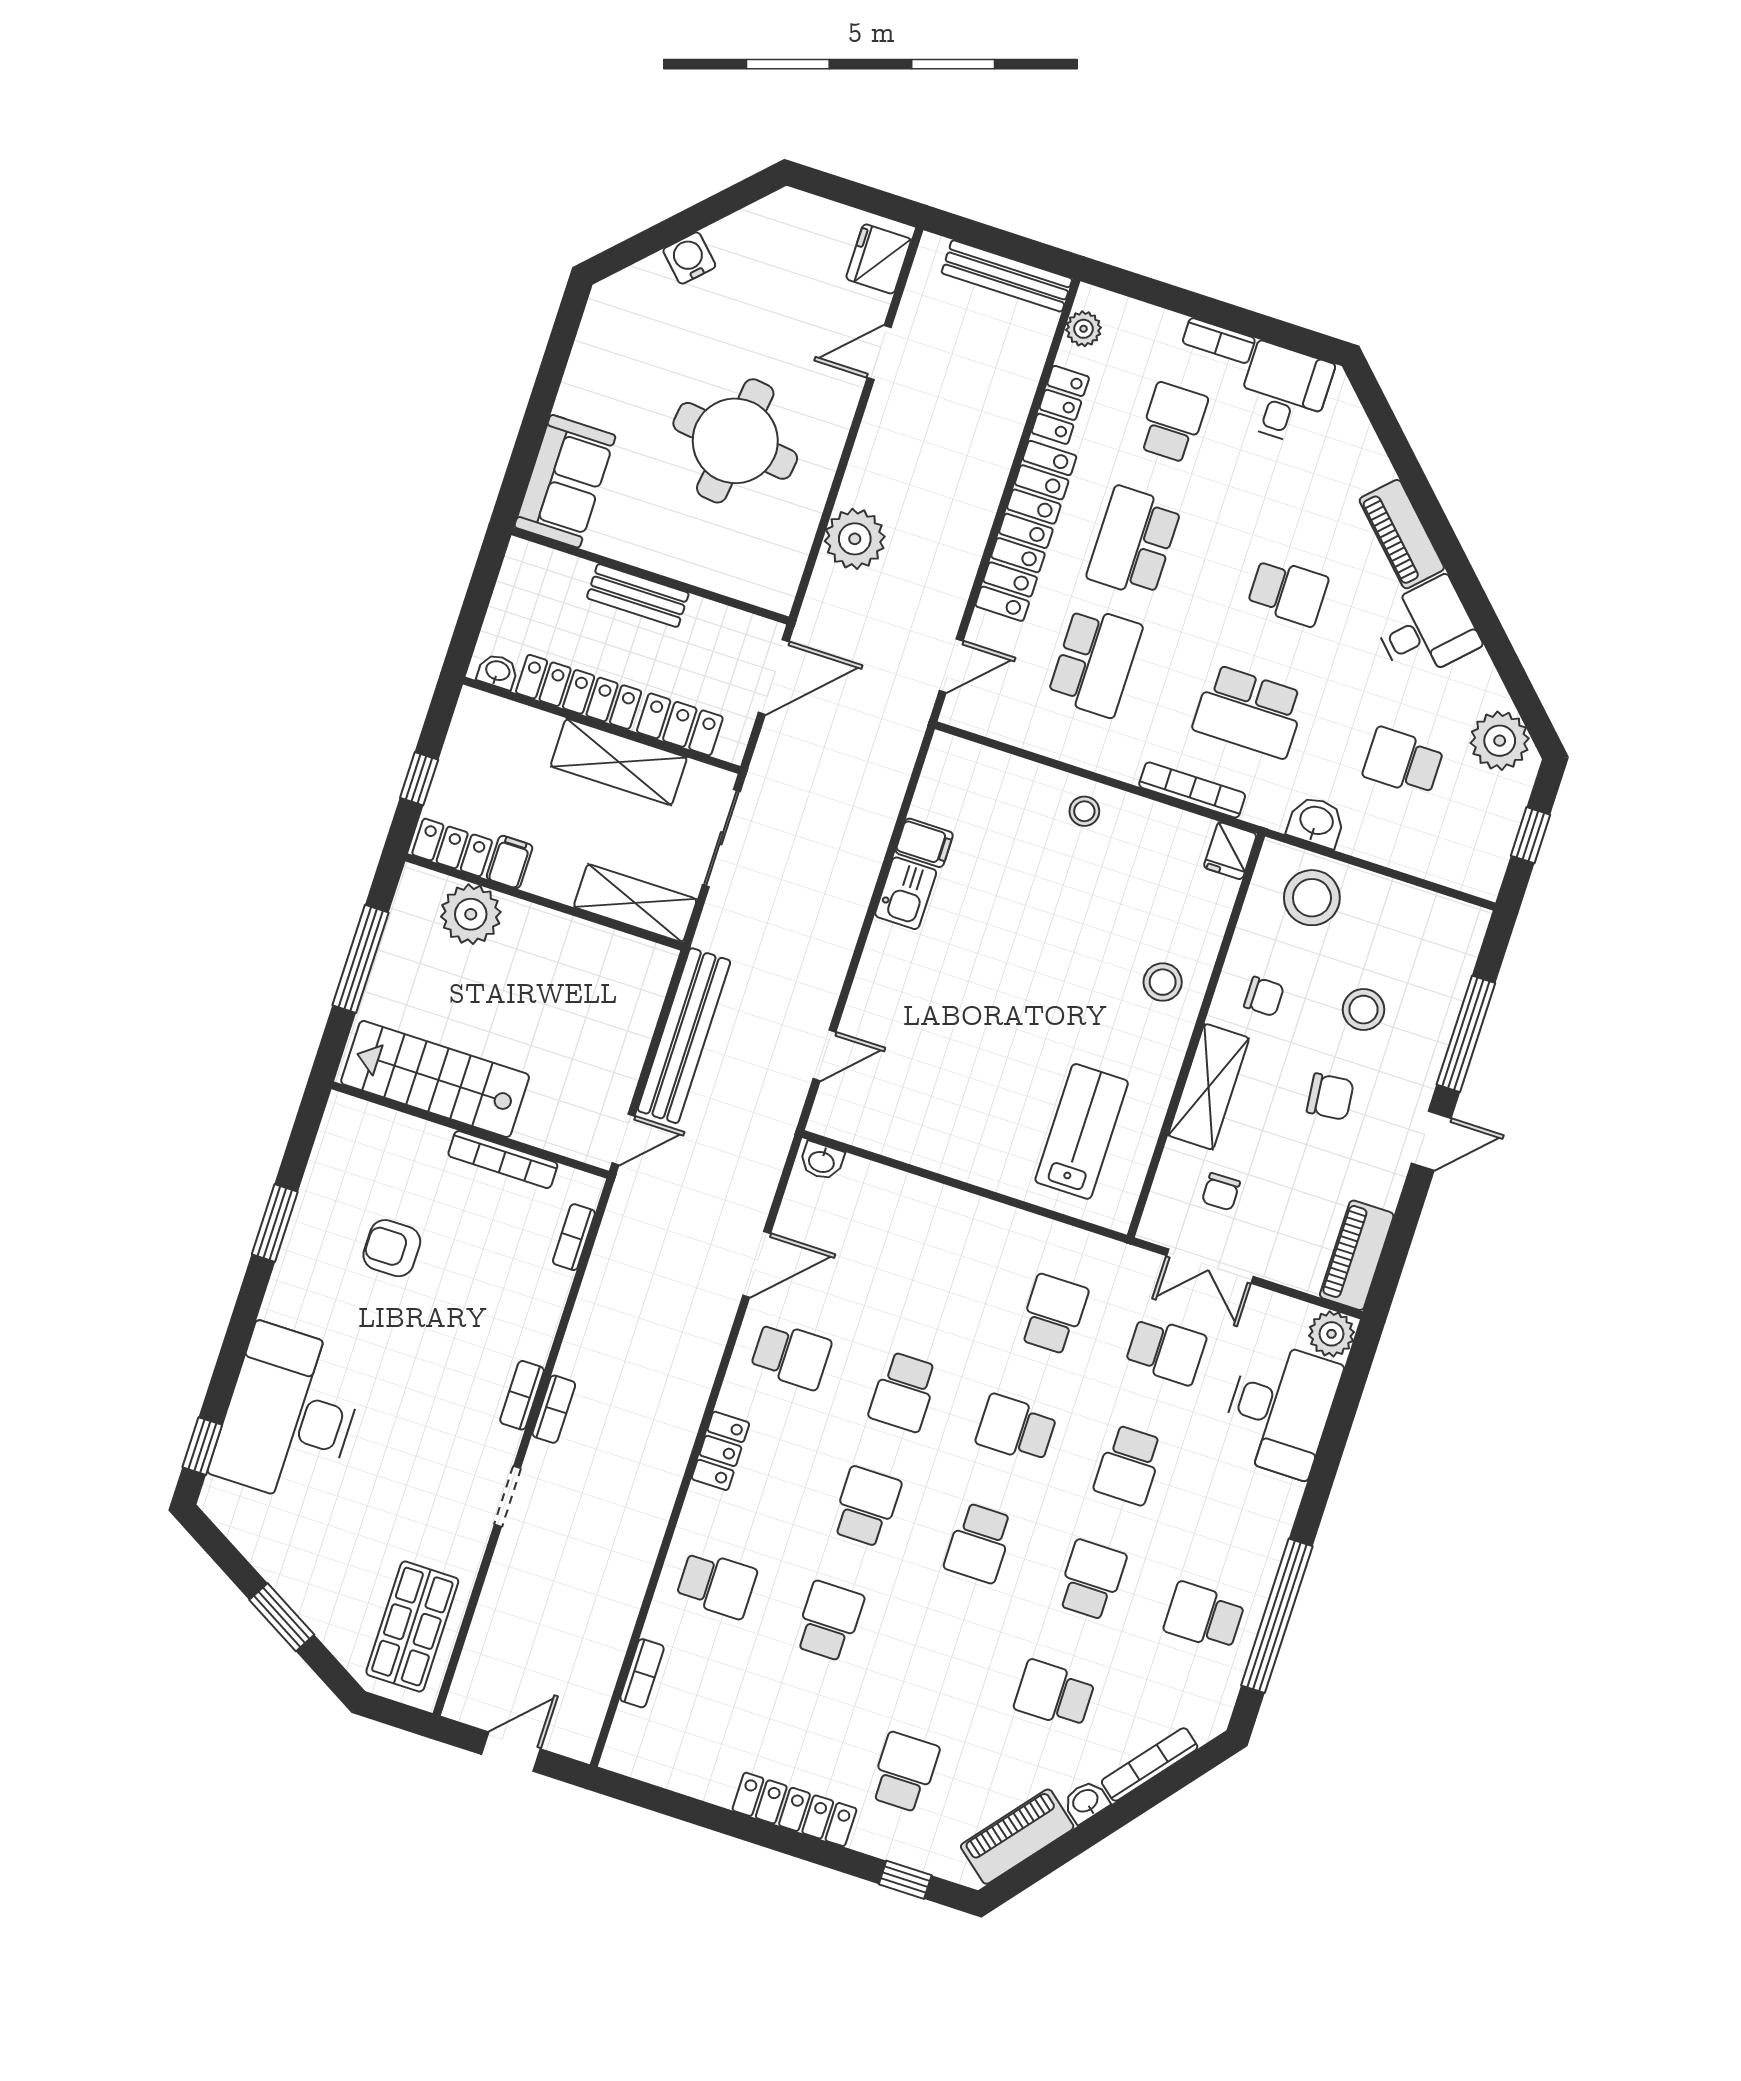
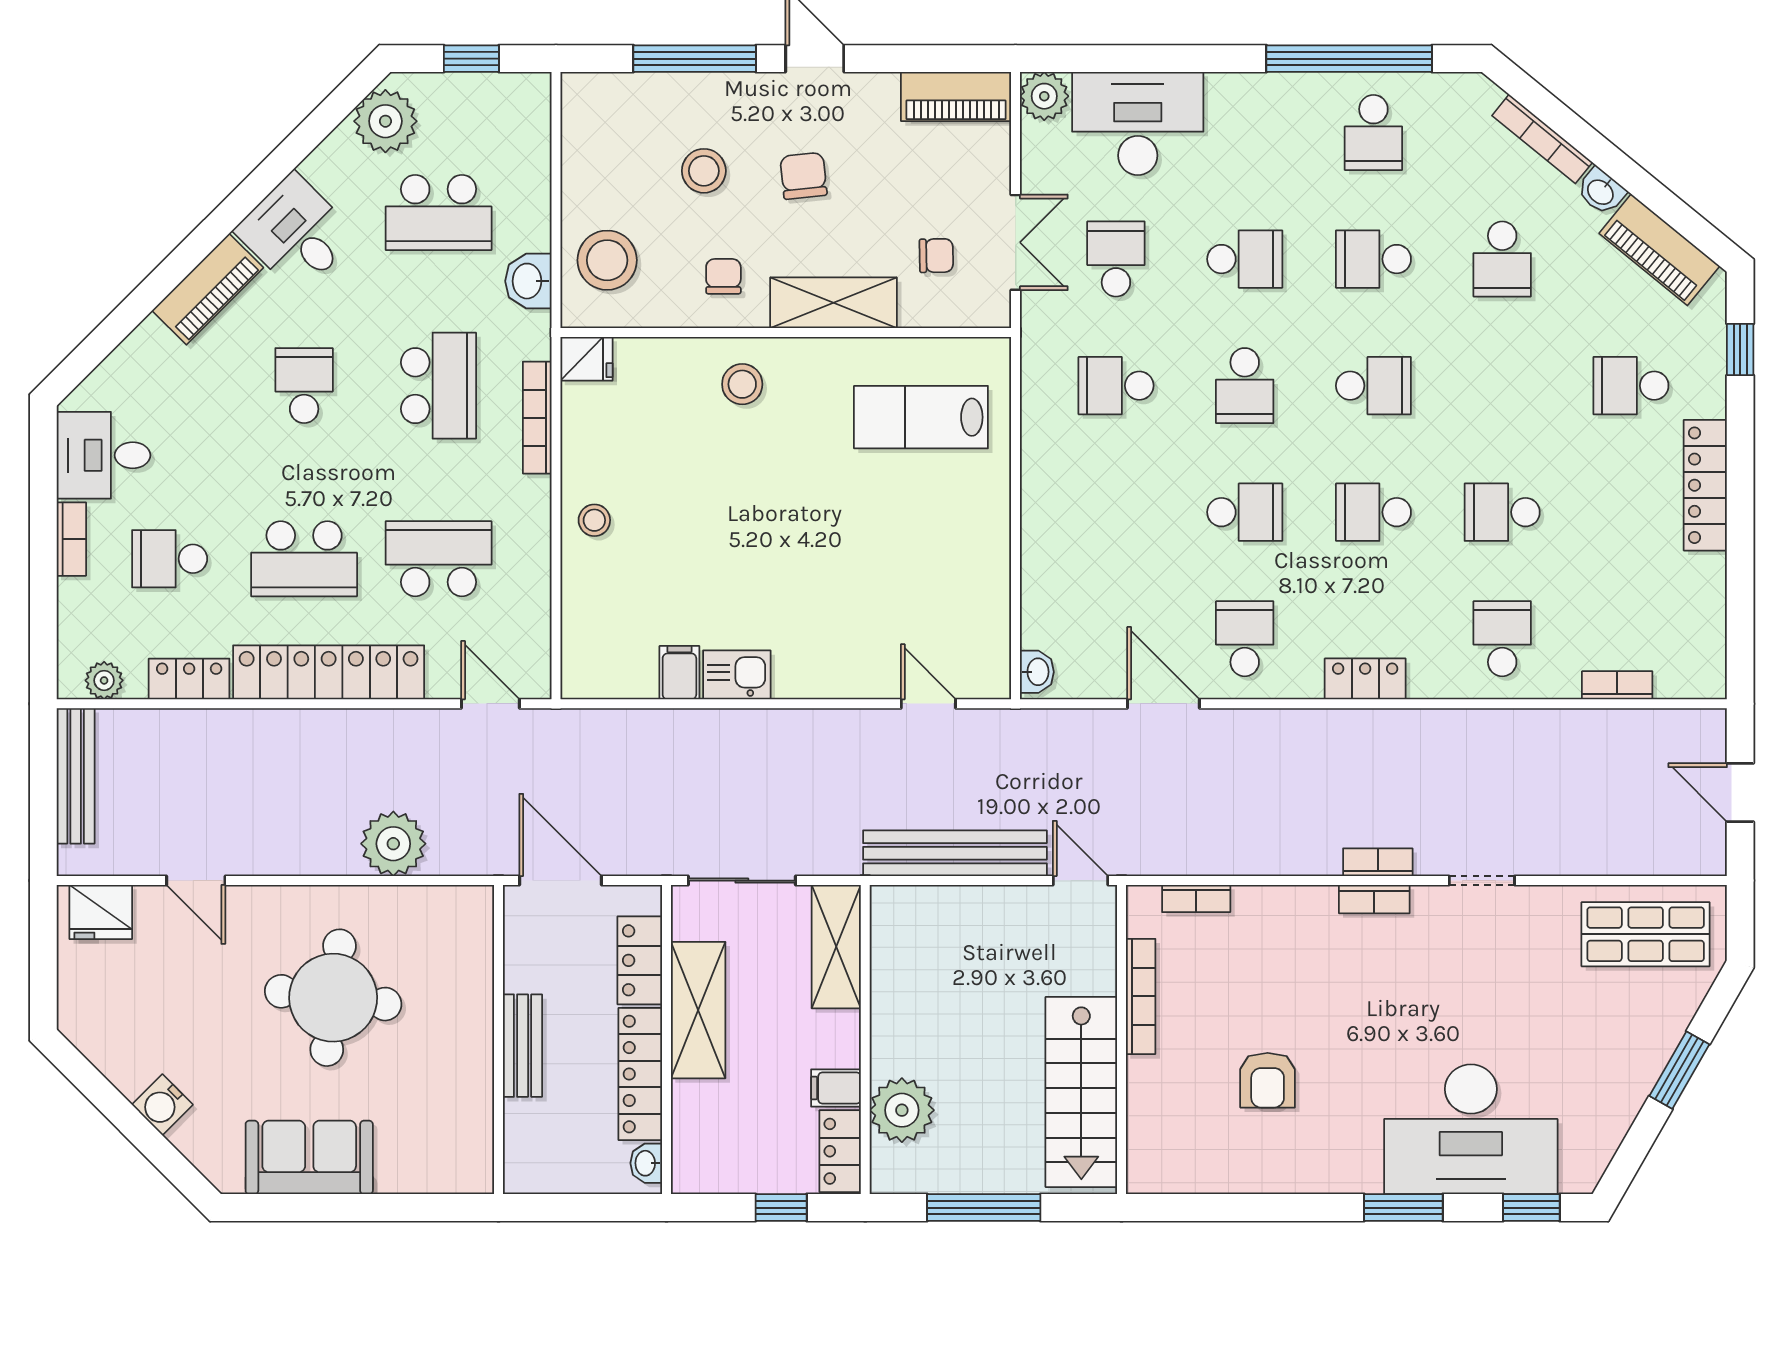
sofa: (565, 481) -> (309, 1157), moved
school desk: (1403, 762) -> (439, 212), width x1.85
window: (275, 1223) -> (1403, 1208), moved

